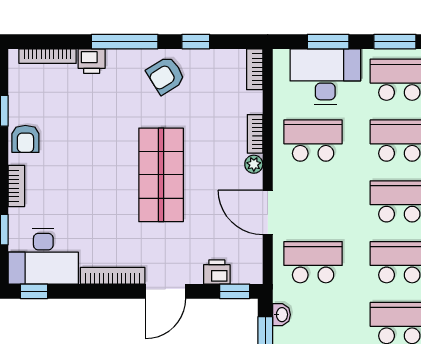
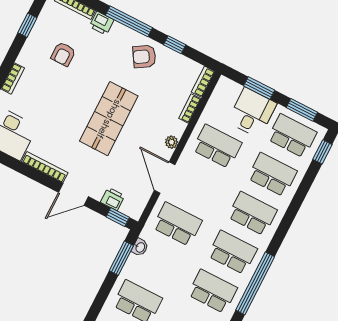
desk: (325, 77) -> (252, 113), width x0.73
bookcase: (255, 134) -> (190, 108), moved
armchair: (25, 139) -> (63, 54), moved

